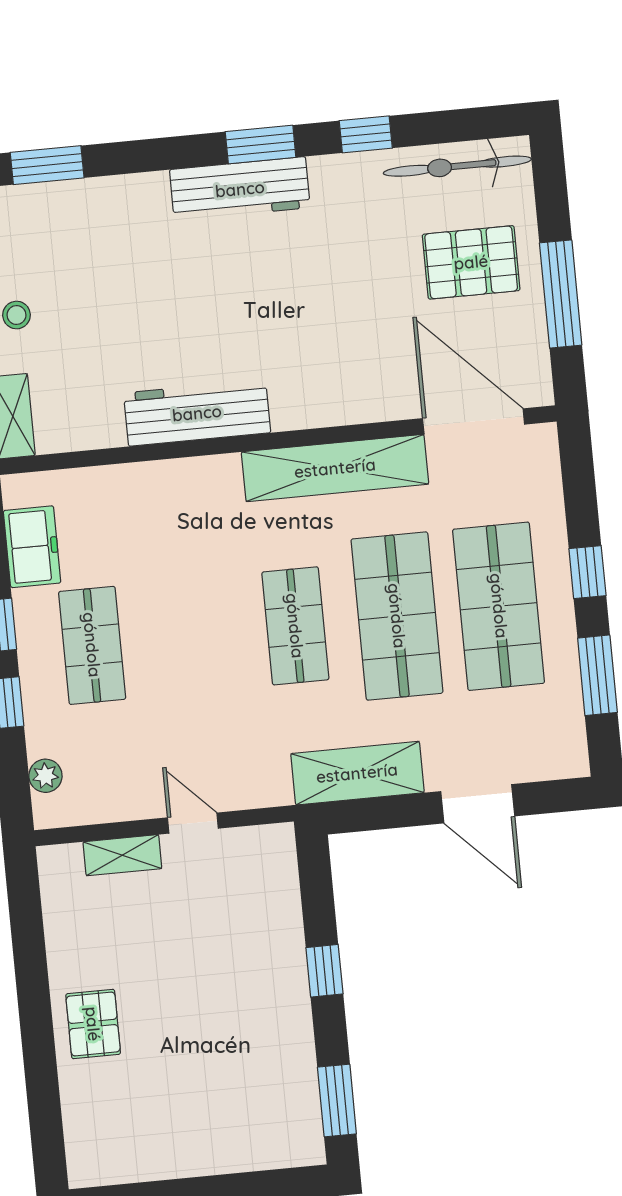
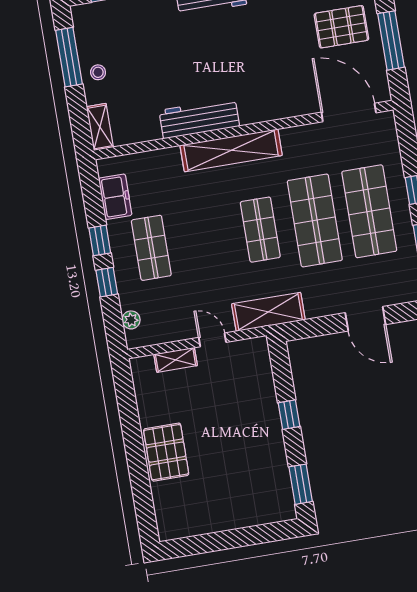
shelving: (335, 468) -> (231, 150), moved
shelving: (357, 773) -> (268, 312), moved
pallet: (93, 1024) -> (166, 452), width x1.50, depth x1.42

